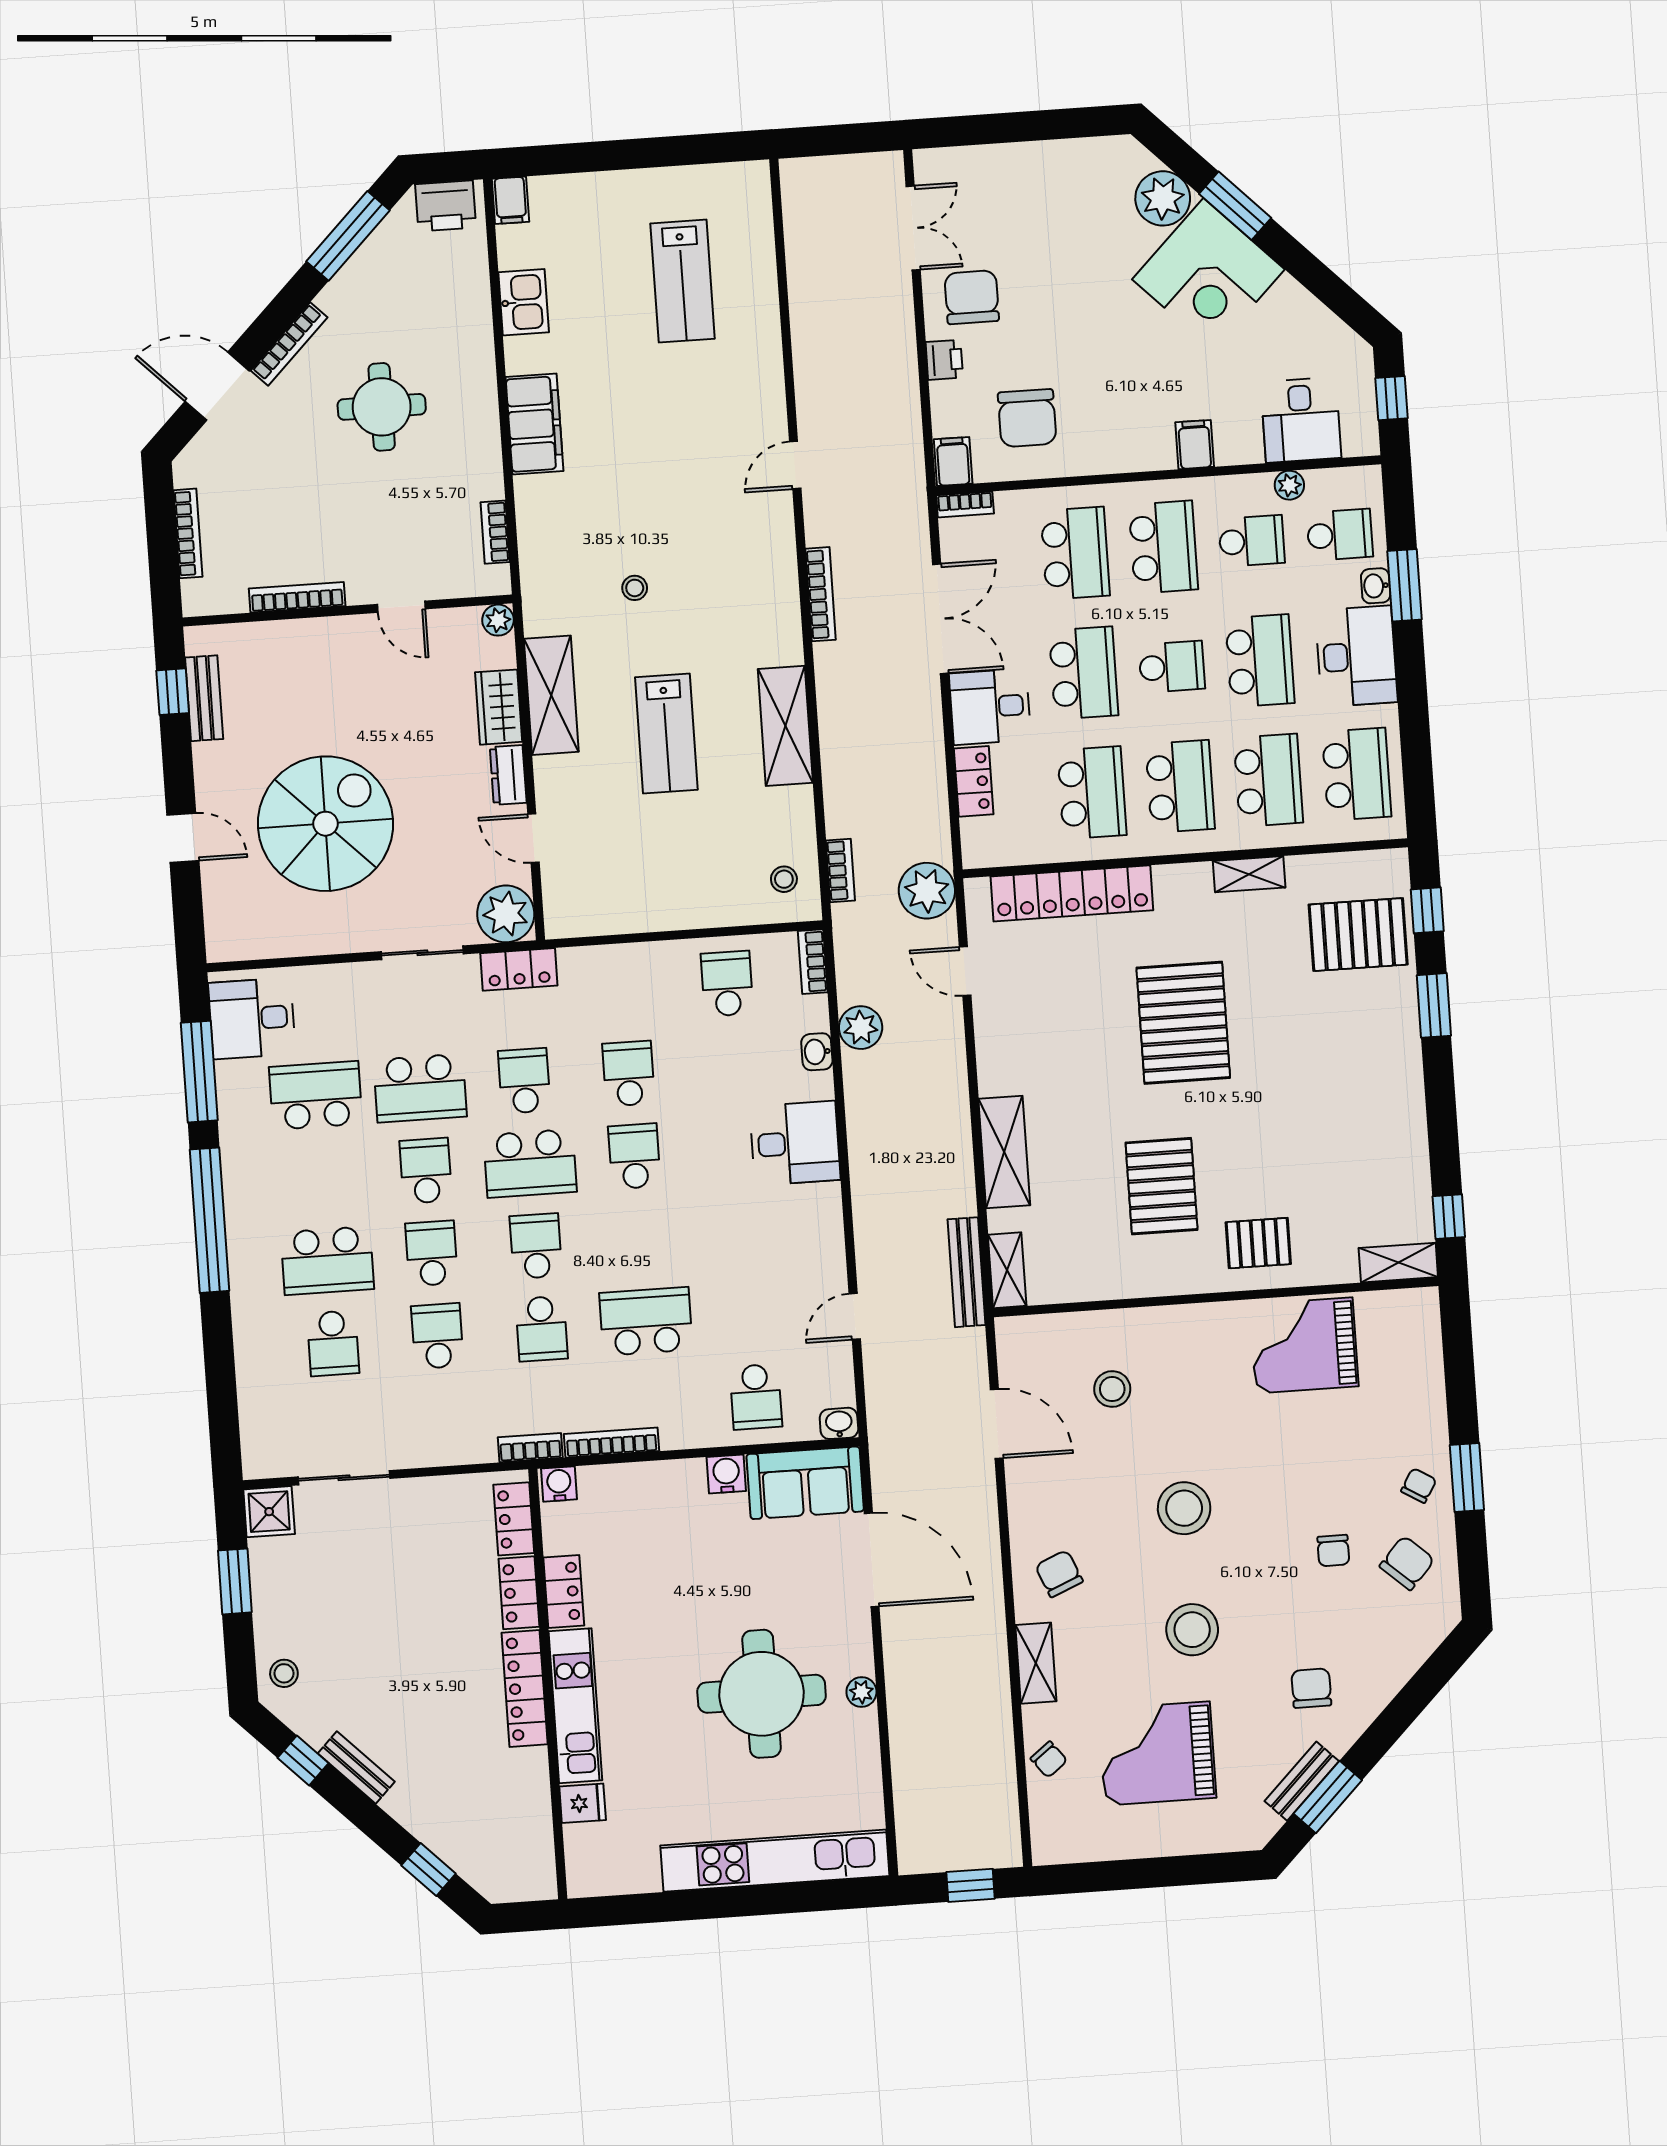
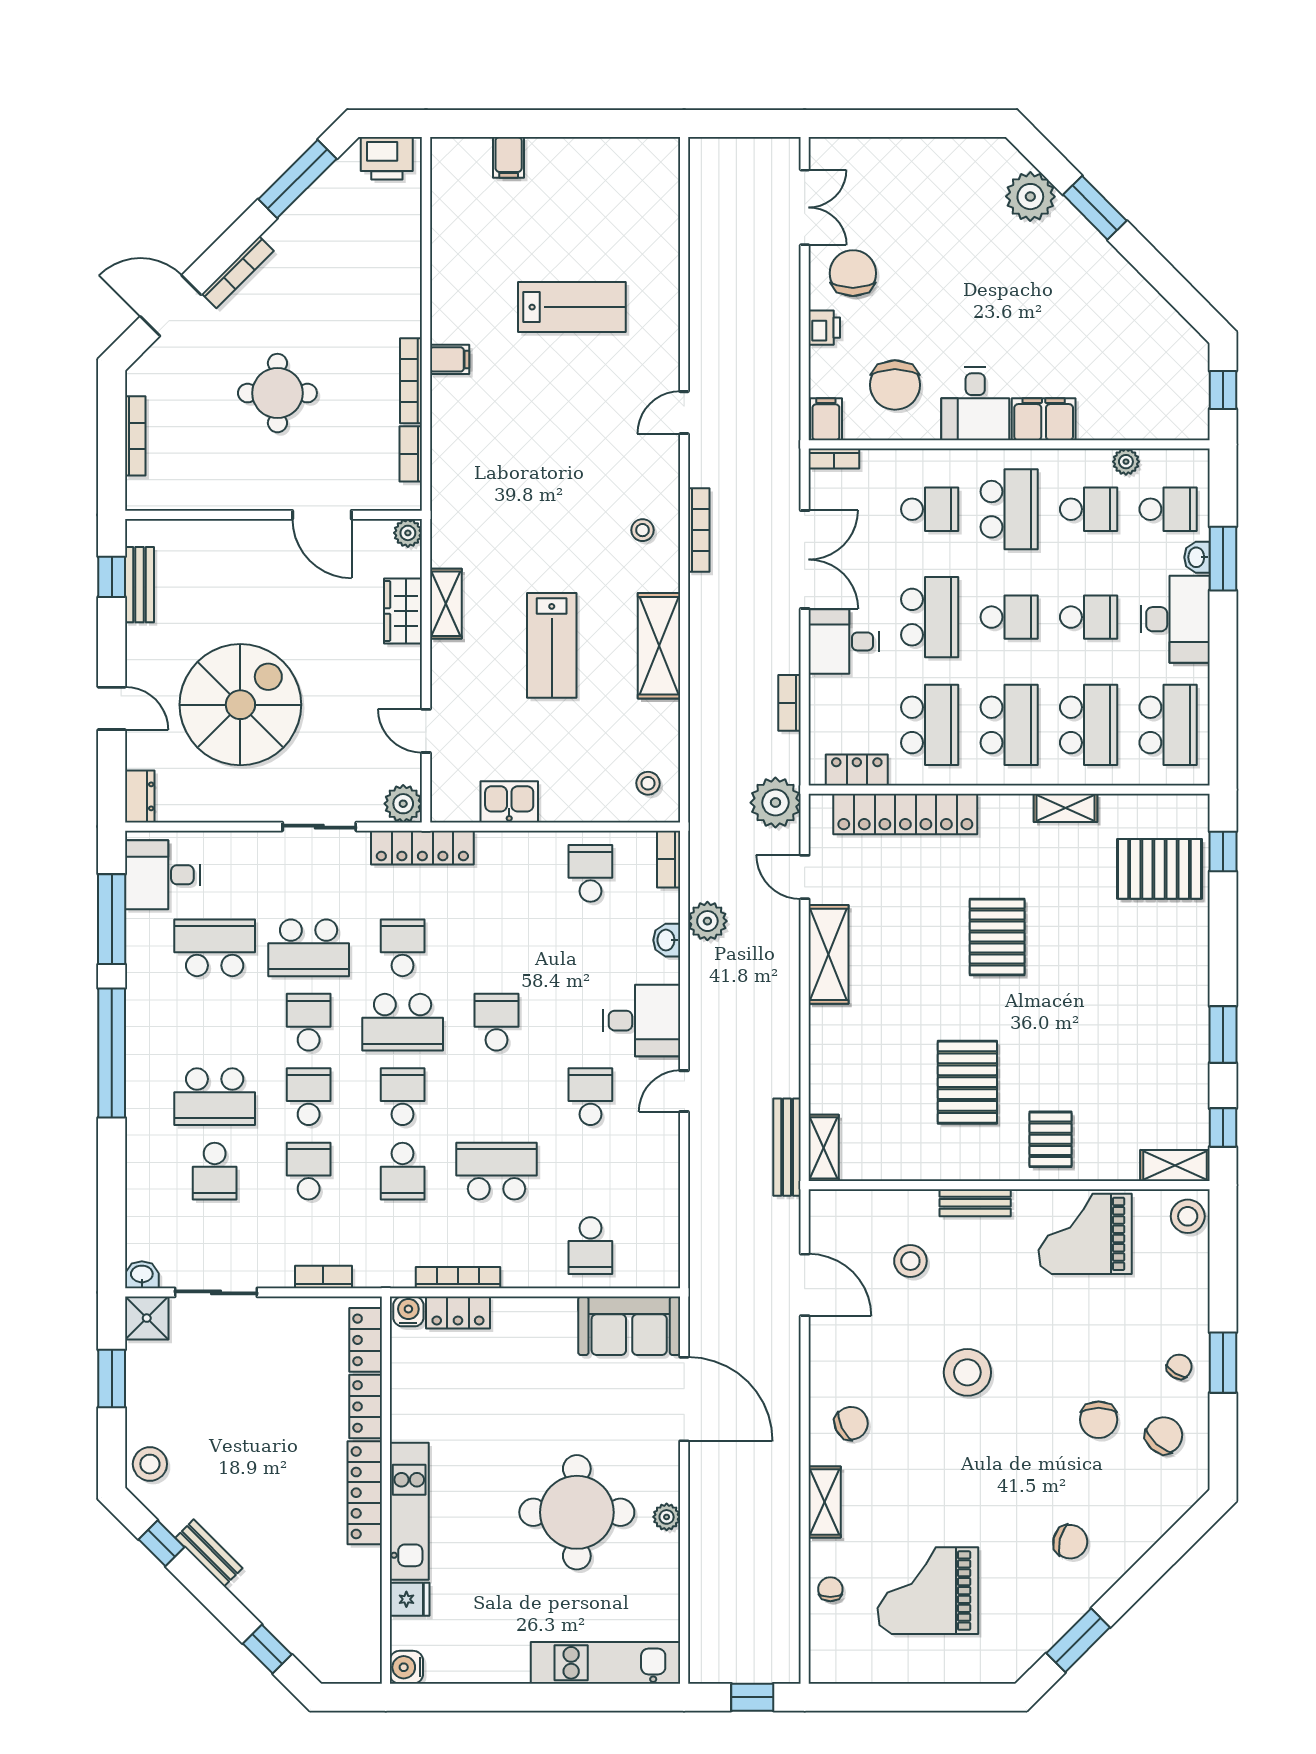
filing cabinet: (510, 200) -> (509, 157), moved
corner desk: (1208, 274) -> (1067, 268), removed
lab bench: (683, 281) -> (572, 307), moved, turned -90
kitchen sink: (524, 302) -> (509, 802), moved, turned -90
round table: (382, 407) -> (277, 393), moved
desk: (1301, 420) -> (975, 404), moved
filing cabinet: (534, 424) -> (450, 359), width x0.33, depth x0.86
filing cabinet: (1195, 445) -> (1044, 419), width x2.00
school desk: (1075, 553) -> (930, 509), width x0.54
stool: (635, 588) -> (642, 530), moved
bookcase: (297, 597) -> (411, 381), moved, turned -90
door: (401, 607) -> (322, 515), width x1.38
school desk: (1260, 661) -> (1089, 617), width x0.54
shelving: (551, 695) -> (446, 604), width x0.67, depth x0.75
dresser: (508, 775) -> (140, 796), moved, turned 180
locker: (974, 781) -> (857, 770), moved, turned -90
bookcase: (840, 870) -> (790, 703), moved, turned 180
plant: (506, 914) -> (403, 804), width x0.73, depth x0.73
locker: (519, 969) -> (422, 848), width x1.53
window: (1434, 1005) -> (1223, 1035), moved
pallet: (1183, 1023) -> (997, 937), width x0.73, depth x0.71
school desk: (629, 1074) -> (590, 1097), moved
shelving: (1004, 1152) -> (828, 954), moved
pallet: (1258, 1243) -> (1051, 1139), turned 90
door: (855, 1316) -> (684, 1091), moved
washbasin: (839, 1423) -> (142, 1275), moved
bookcase: (530, 1448) -> (323, 1277), moved
water cooler: (726, 1474) -> (406, 1667), moved, turned -90
chair: (1333, 1551) -> (1099, 1420), width x1.37, depth x1.37
chair: (1059, 1574) -> (851, 1423), turned 87
locker: (564, 1592) -> (458, 1312), moved, turned 90
stool: (1192, 1630) -> (1188, 1216), moved, width x0.73, depth x0.73
stool: (284, 1673) -> (150, 1464), width x1.37, depth x1.37
chair: (1311, 1688) -> (1070, 1542), turned 104
chair: (1049, 1760) -> (830, 1589), turned -142
bench: (1302, 1781) -> (975, 1203), moved, turned 45
kitchen unit: (775, 1861) -> (605, 1663), width x0.73

